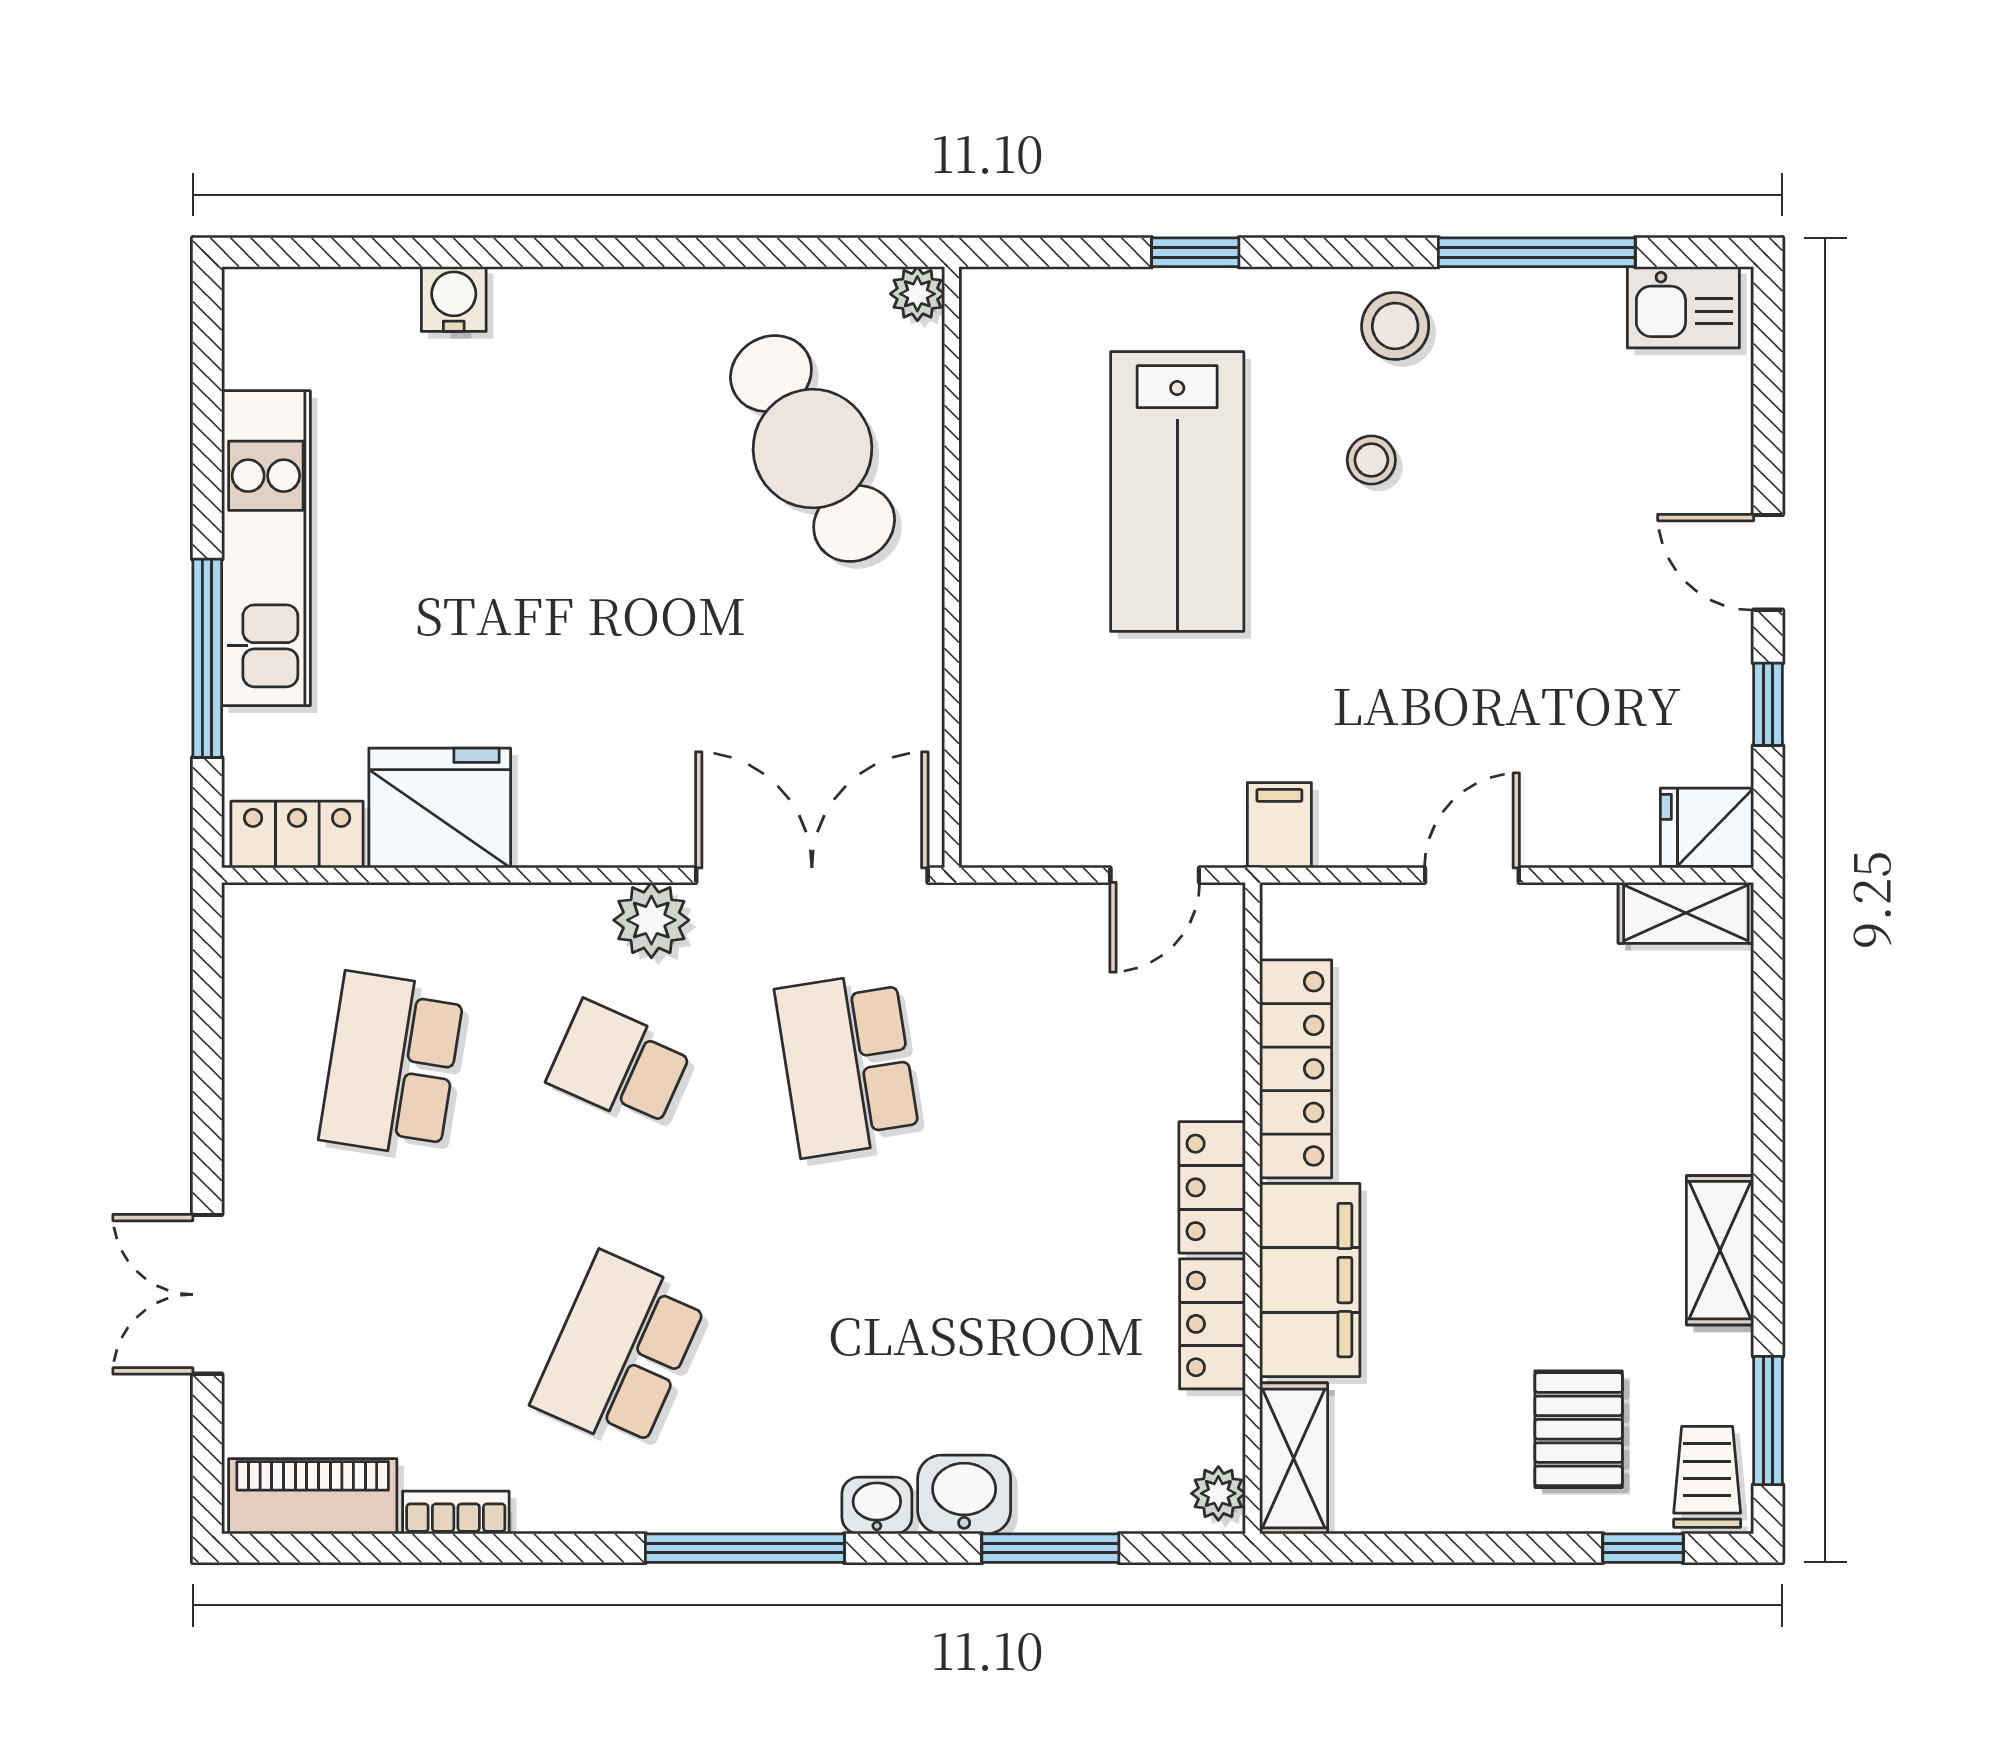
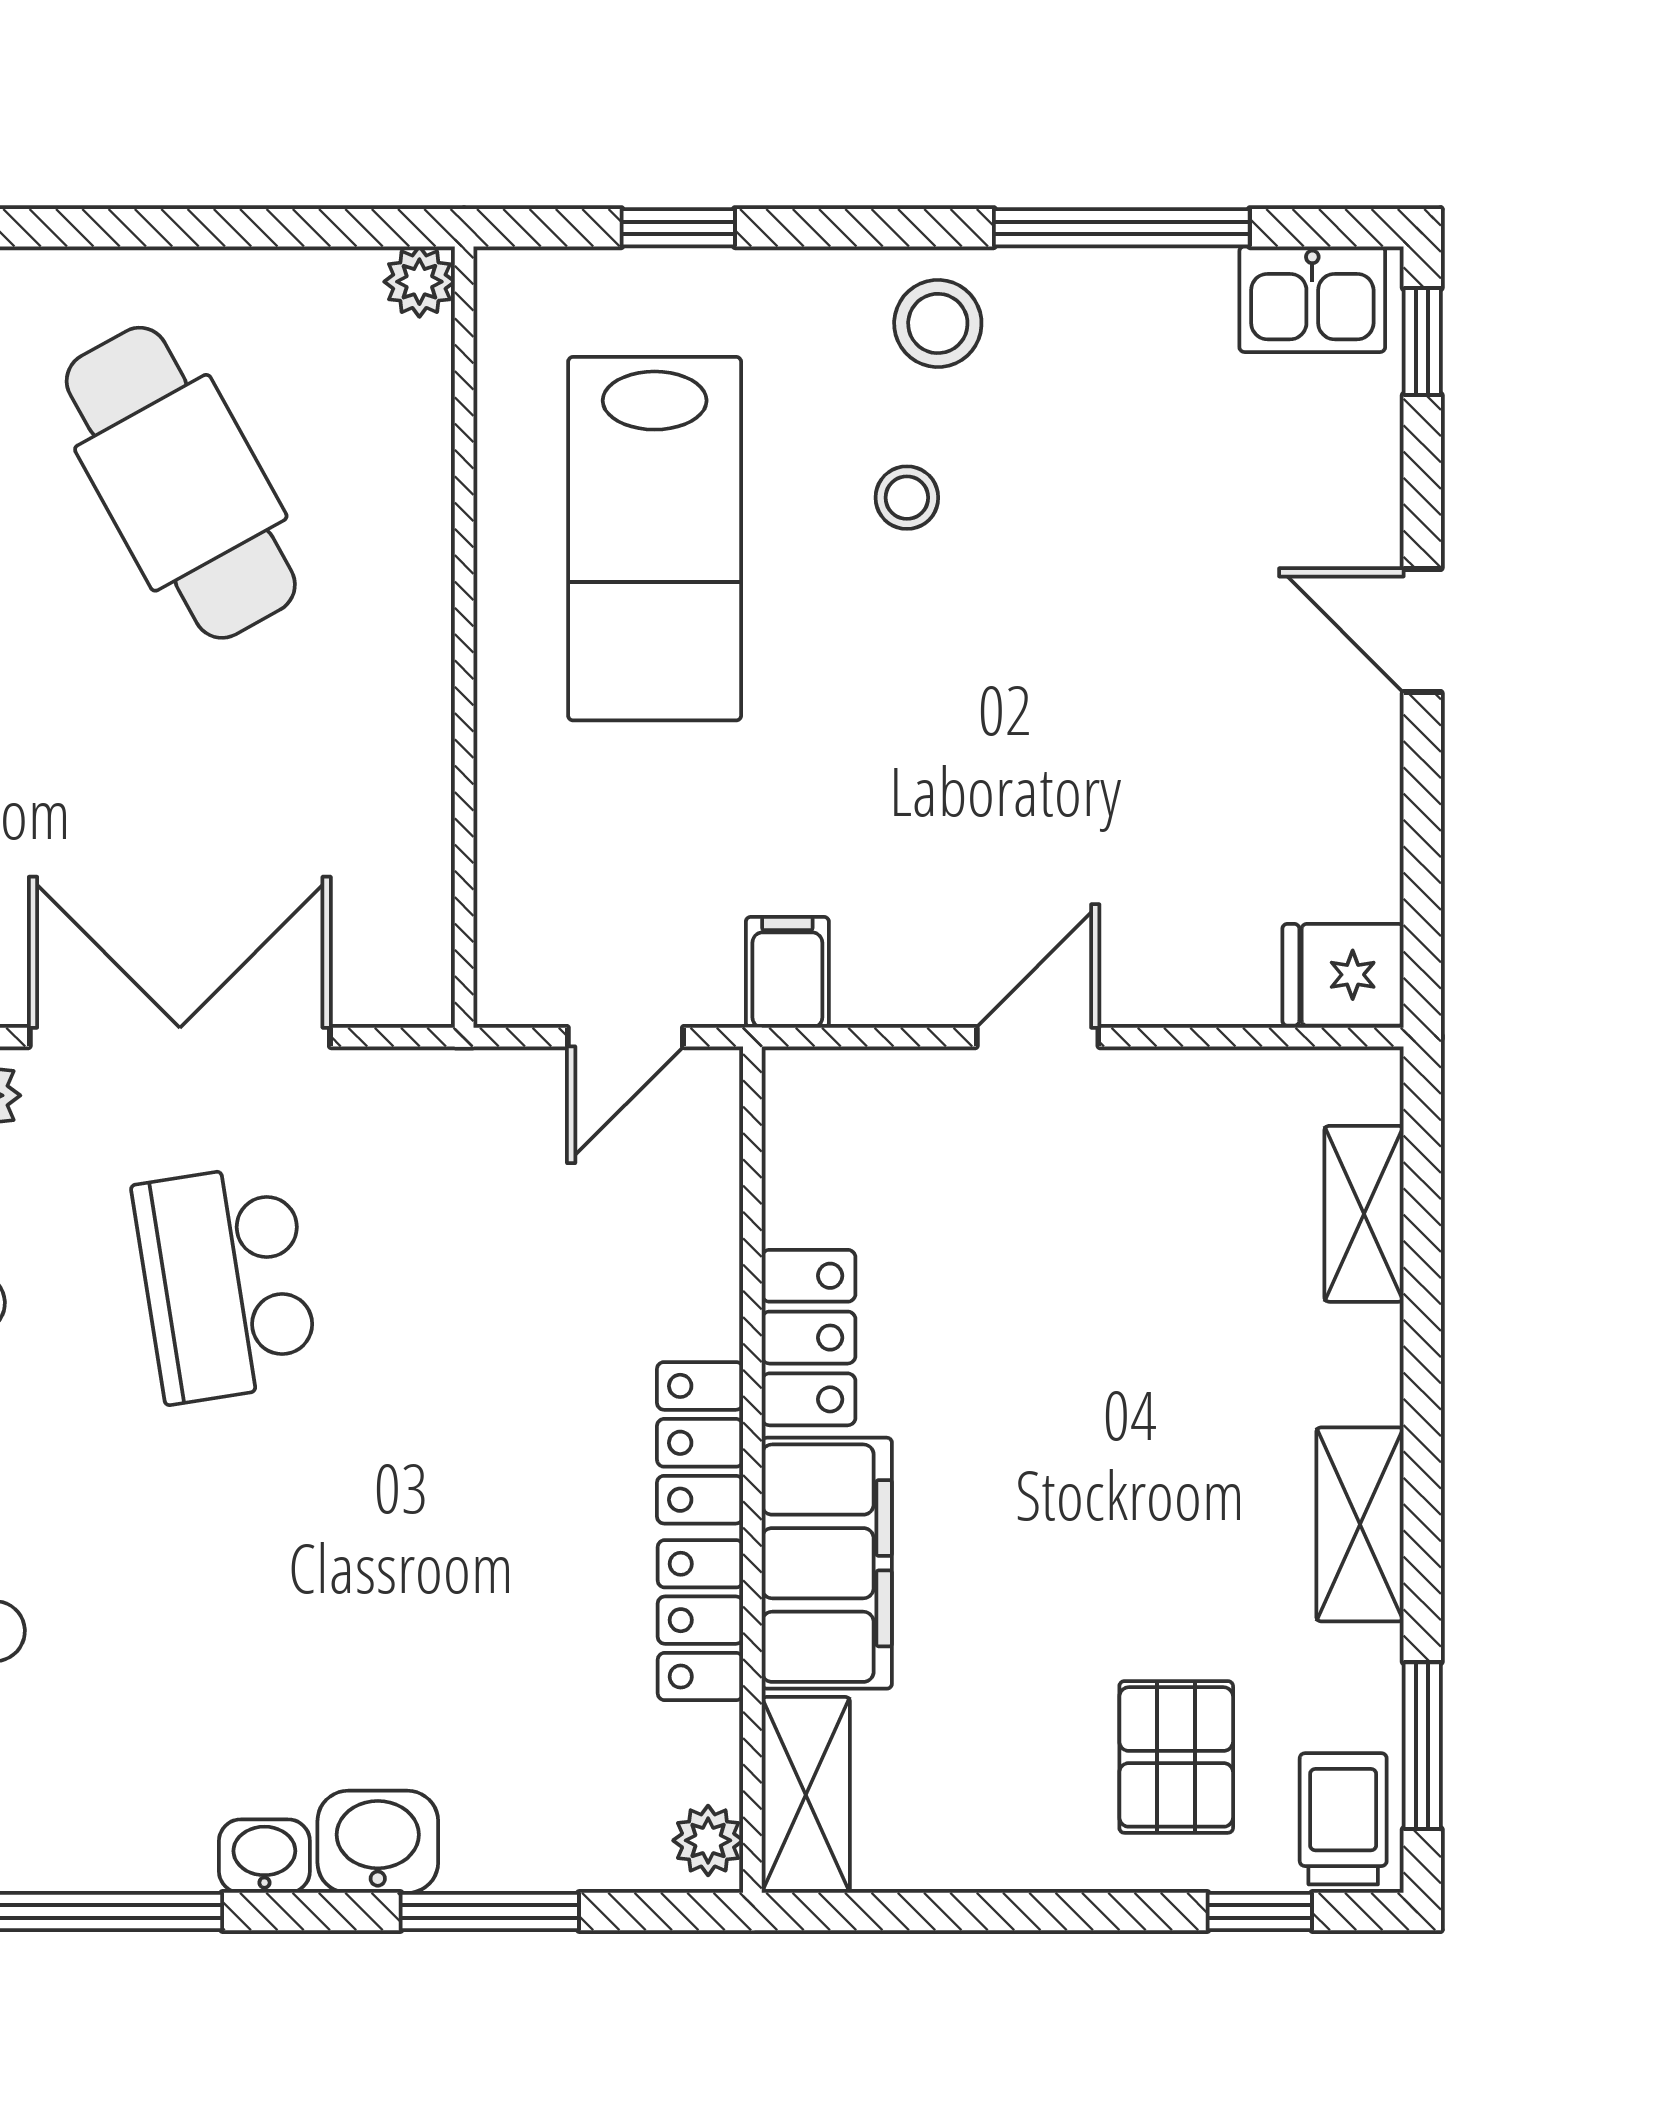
plant: (917, 294) -> (419, 282), moved
wall: (952, 567) -> (464, 637), moved
window: (1768, 704) -> (1422, 342), moved
shelving: (1686, 913) -> (1364, 1214), moved, turned 90
locker: (1296, 1069) -> (809, 1338), width x0.66

